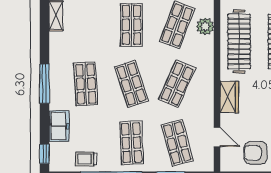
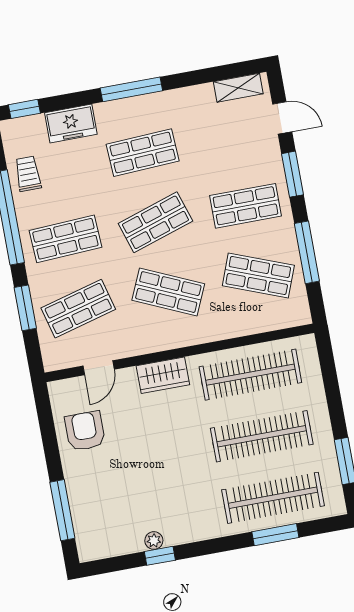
plant: (205, 26) -> (264, 319), removed

